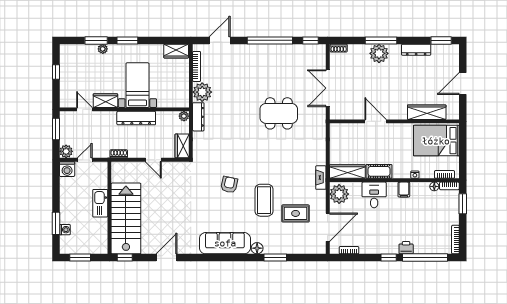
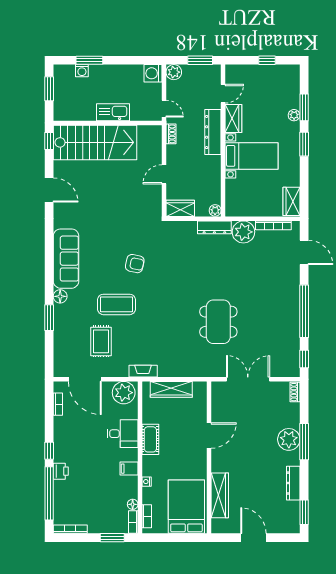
dresser: (136, 118) -> (213, 132), moved
door: (85, 160) -> (164, 109), moved
wardrobe: (347, 172) -> (171, 389), moved, turned 90

